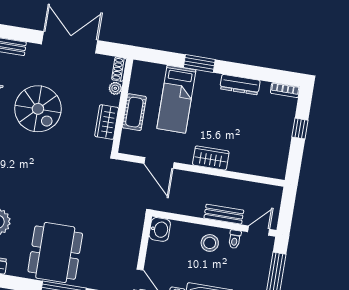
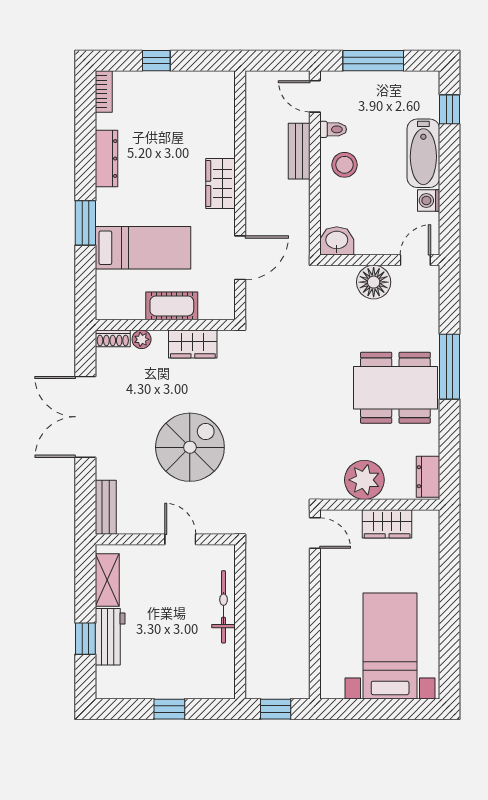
floor lamp: (128, 250) -> (374, 282), added

